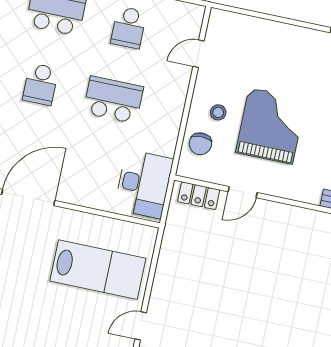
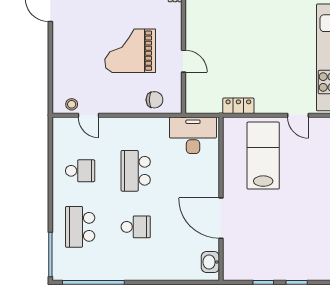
stool: (218, 112) -> (72, 104), moved
locker: (199, 196) -> (238, 106), moved, turned -90

